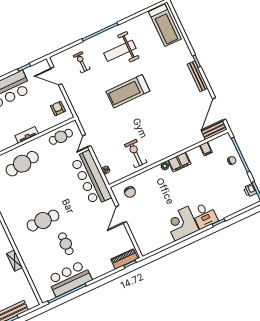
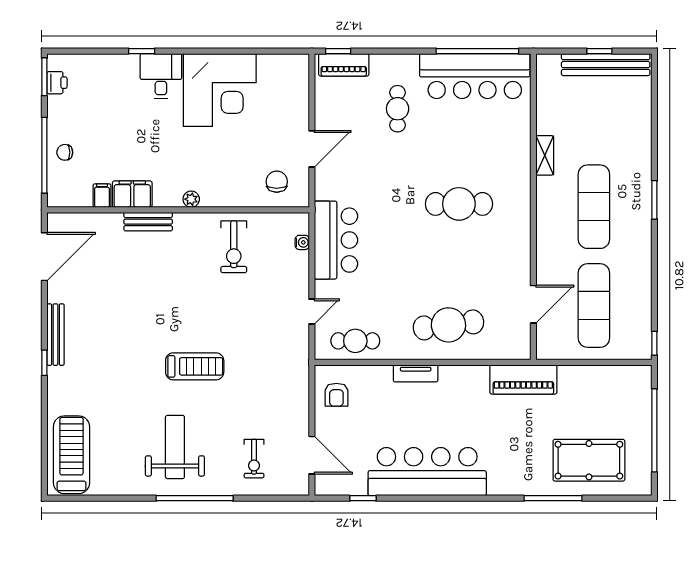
weight bench: (120, 51) -> (175, 447), turned -90
treadmill: (128, 91) -> (195, 366), width x0.73, depth x0.73
bench: (214, 131) -> (148, 222), moved
filing cabinet: (179, 162) -> (132, 194), moved
bar counter: (91, 178) -> (336, 240), width x0.73
corner desk: (181, 224) -> (220, 90), width x1.36, depth x1.36
cafe table: (66, 244) -> (398, 109), moved
bar counter: (70, 278) -> (475, 76), width x1.36

